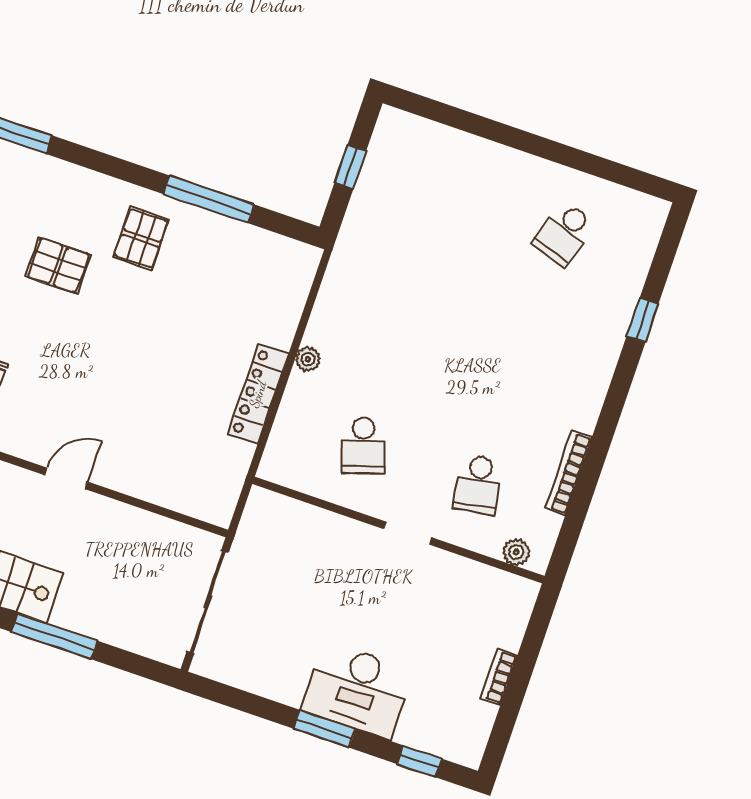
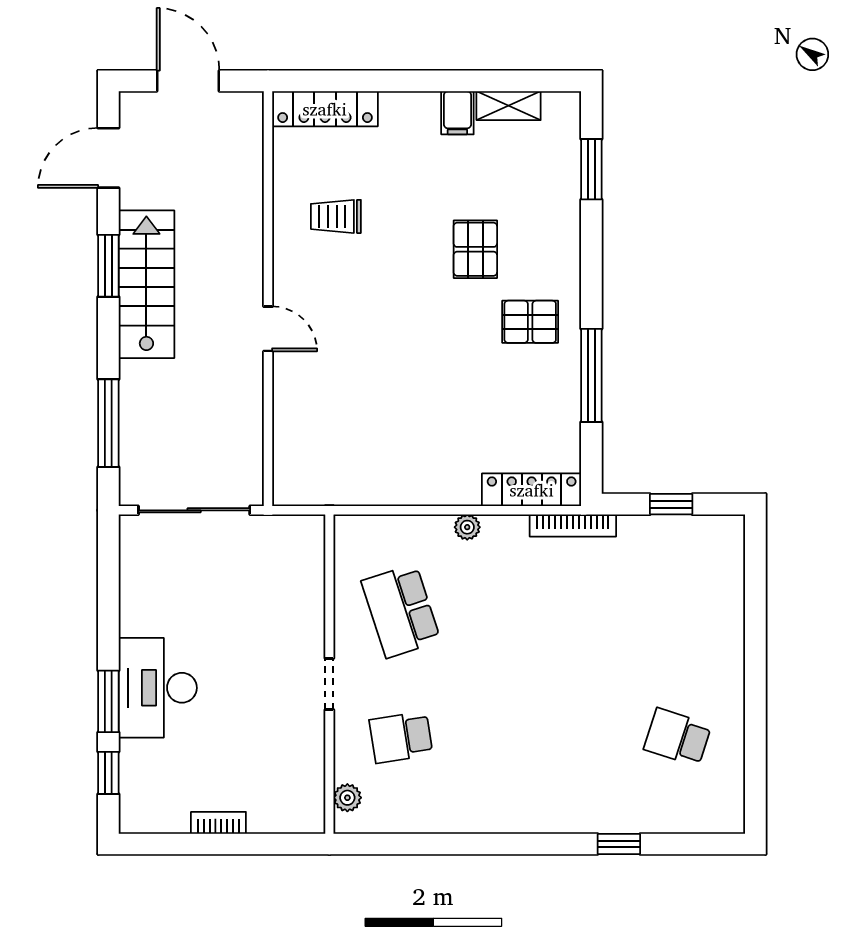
locker: (258, 394) -> (532, 490), moved
school desk: (363, 445) -> (401, 611), width x1.85
bookcase: (569, 473) -> (573, 525), moved, turned 180
window: (54, 636) -> (108, 423), moved
window: (324, 729) -> (108, 701), moved

